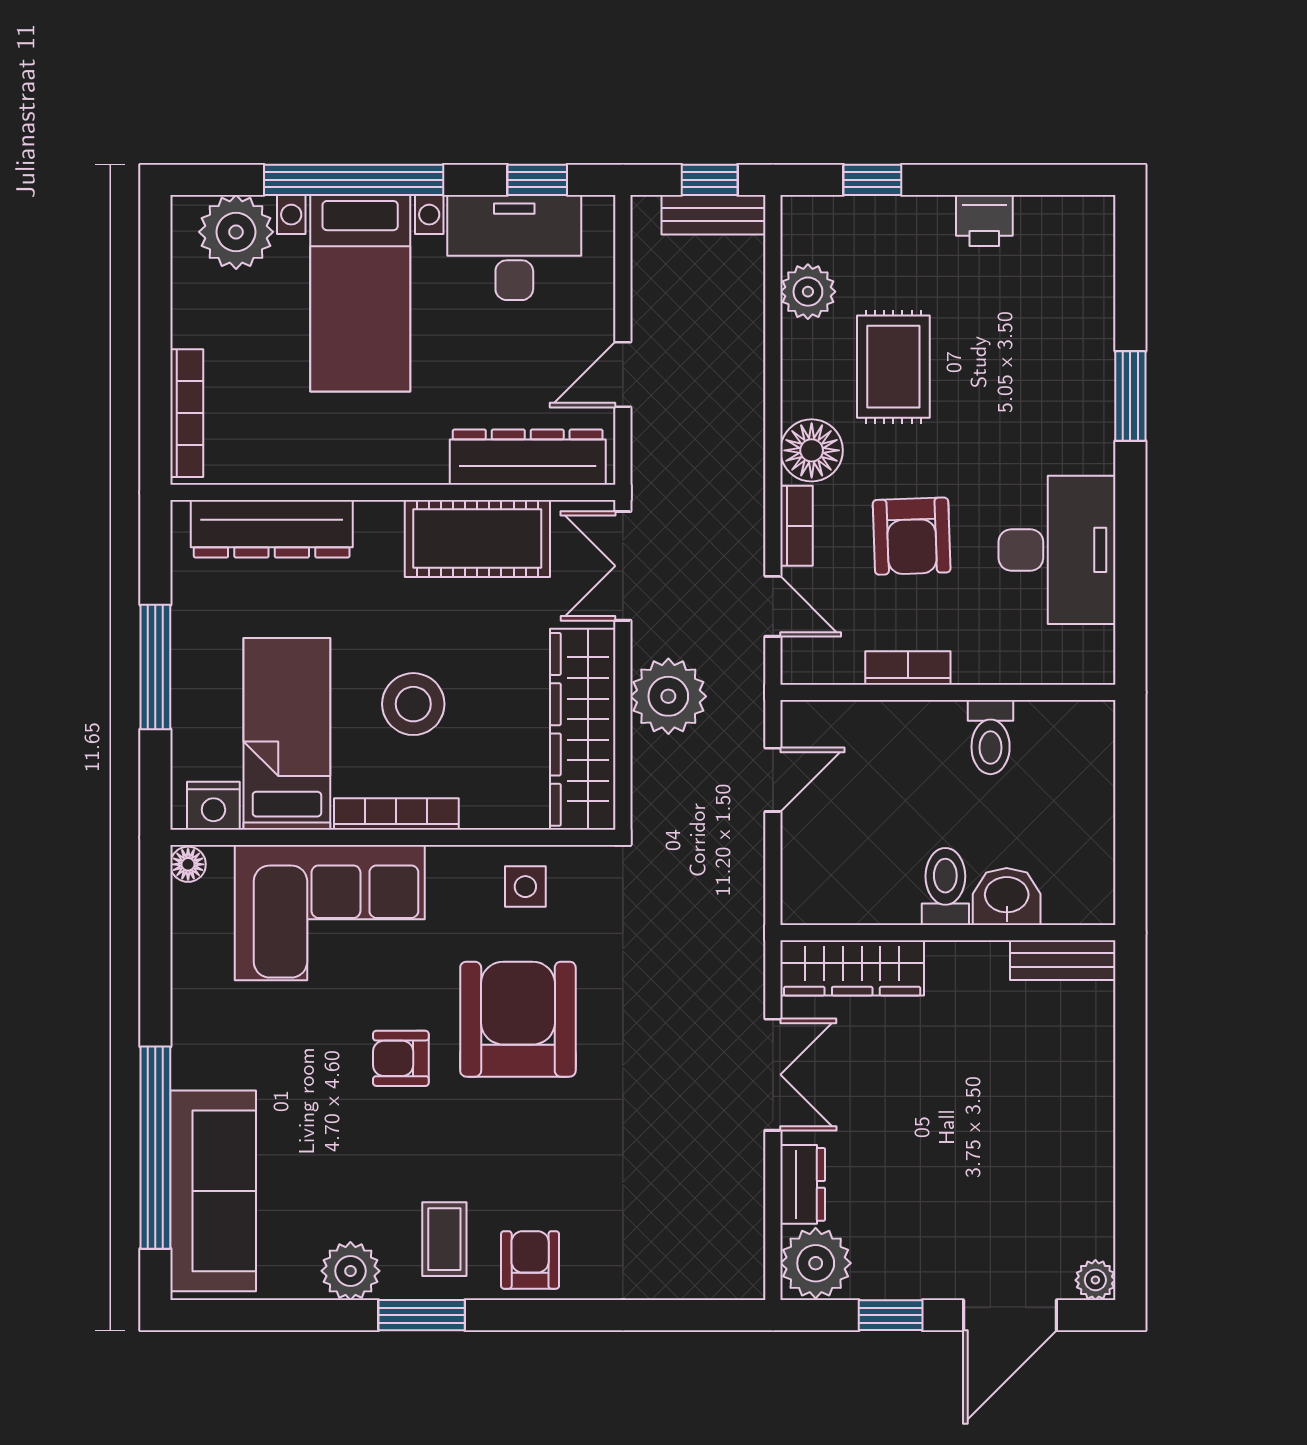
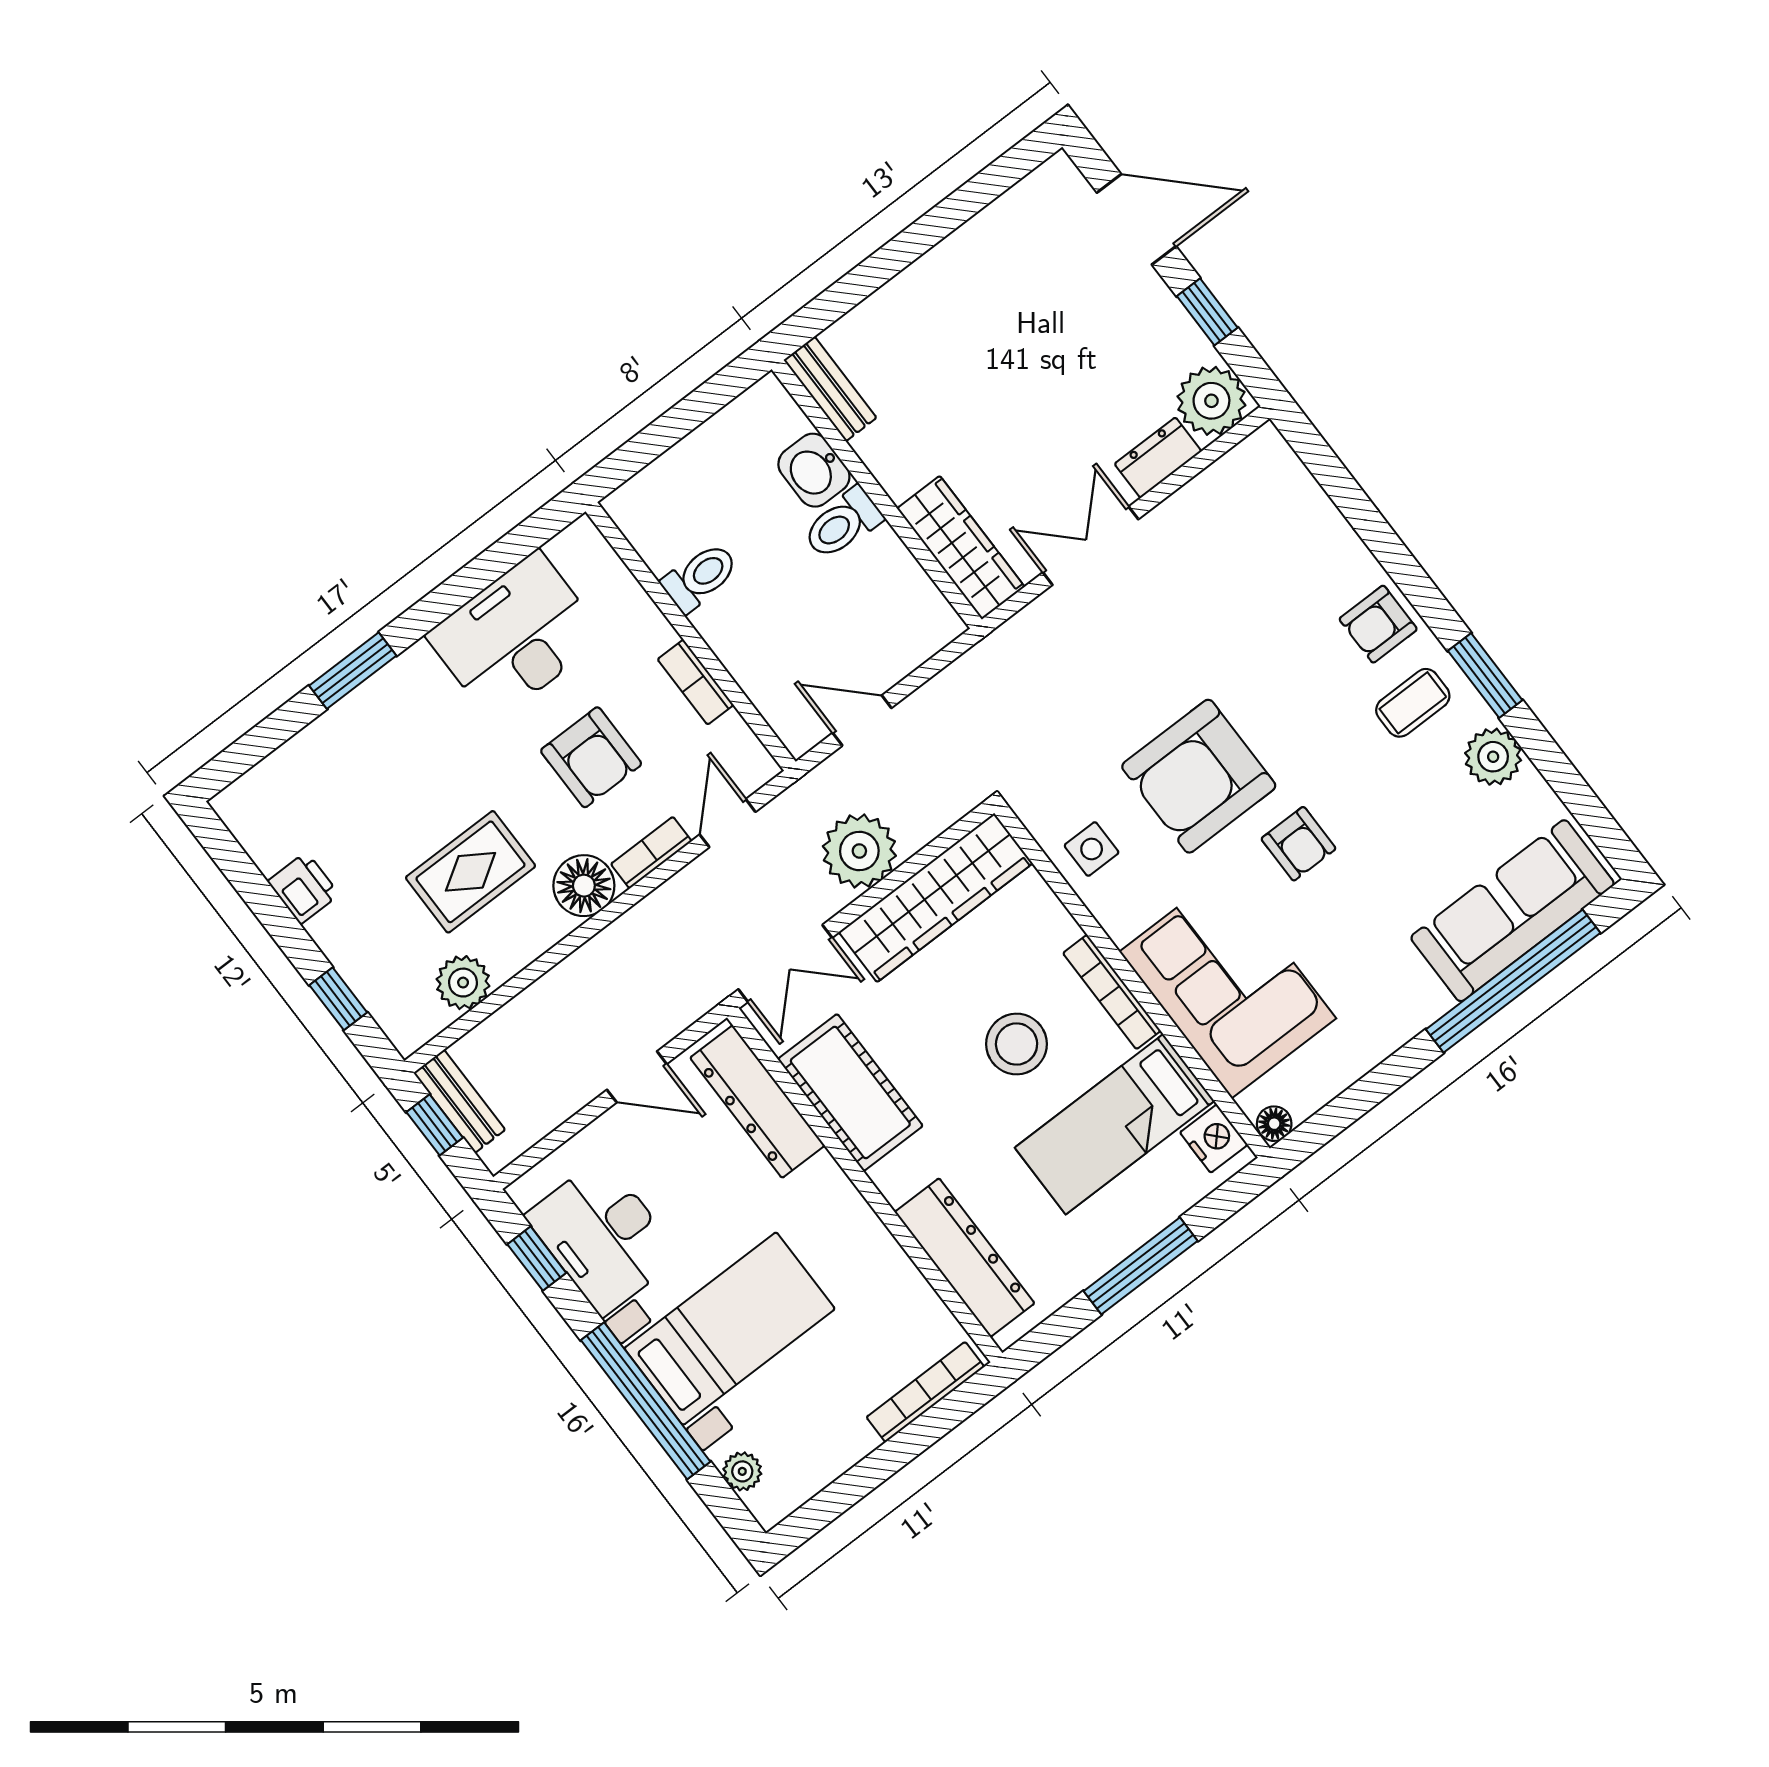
plant: (236, 232) -> (742, 1471), width x0.53, depth x0.53
armchair: (912, 536) -> (591, 757), turned 92
plant: (1095, 1280) -> (1059, 174), removed

